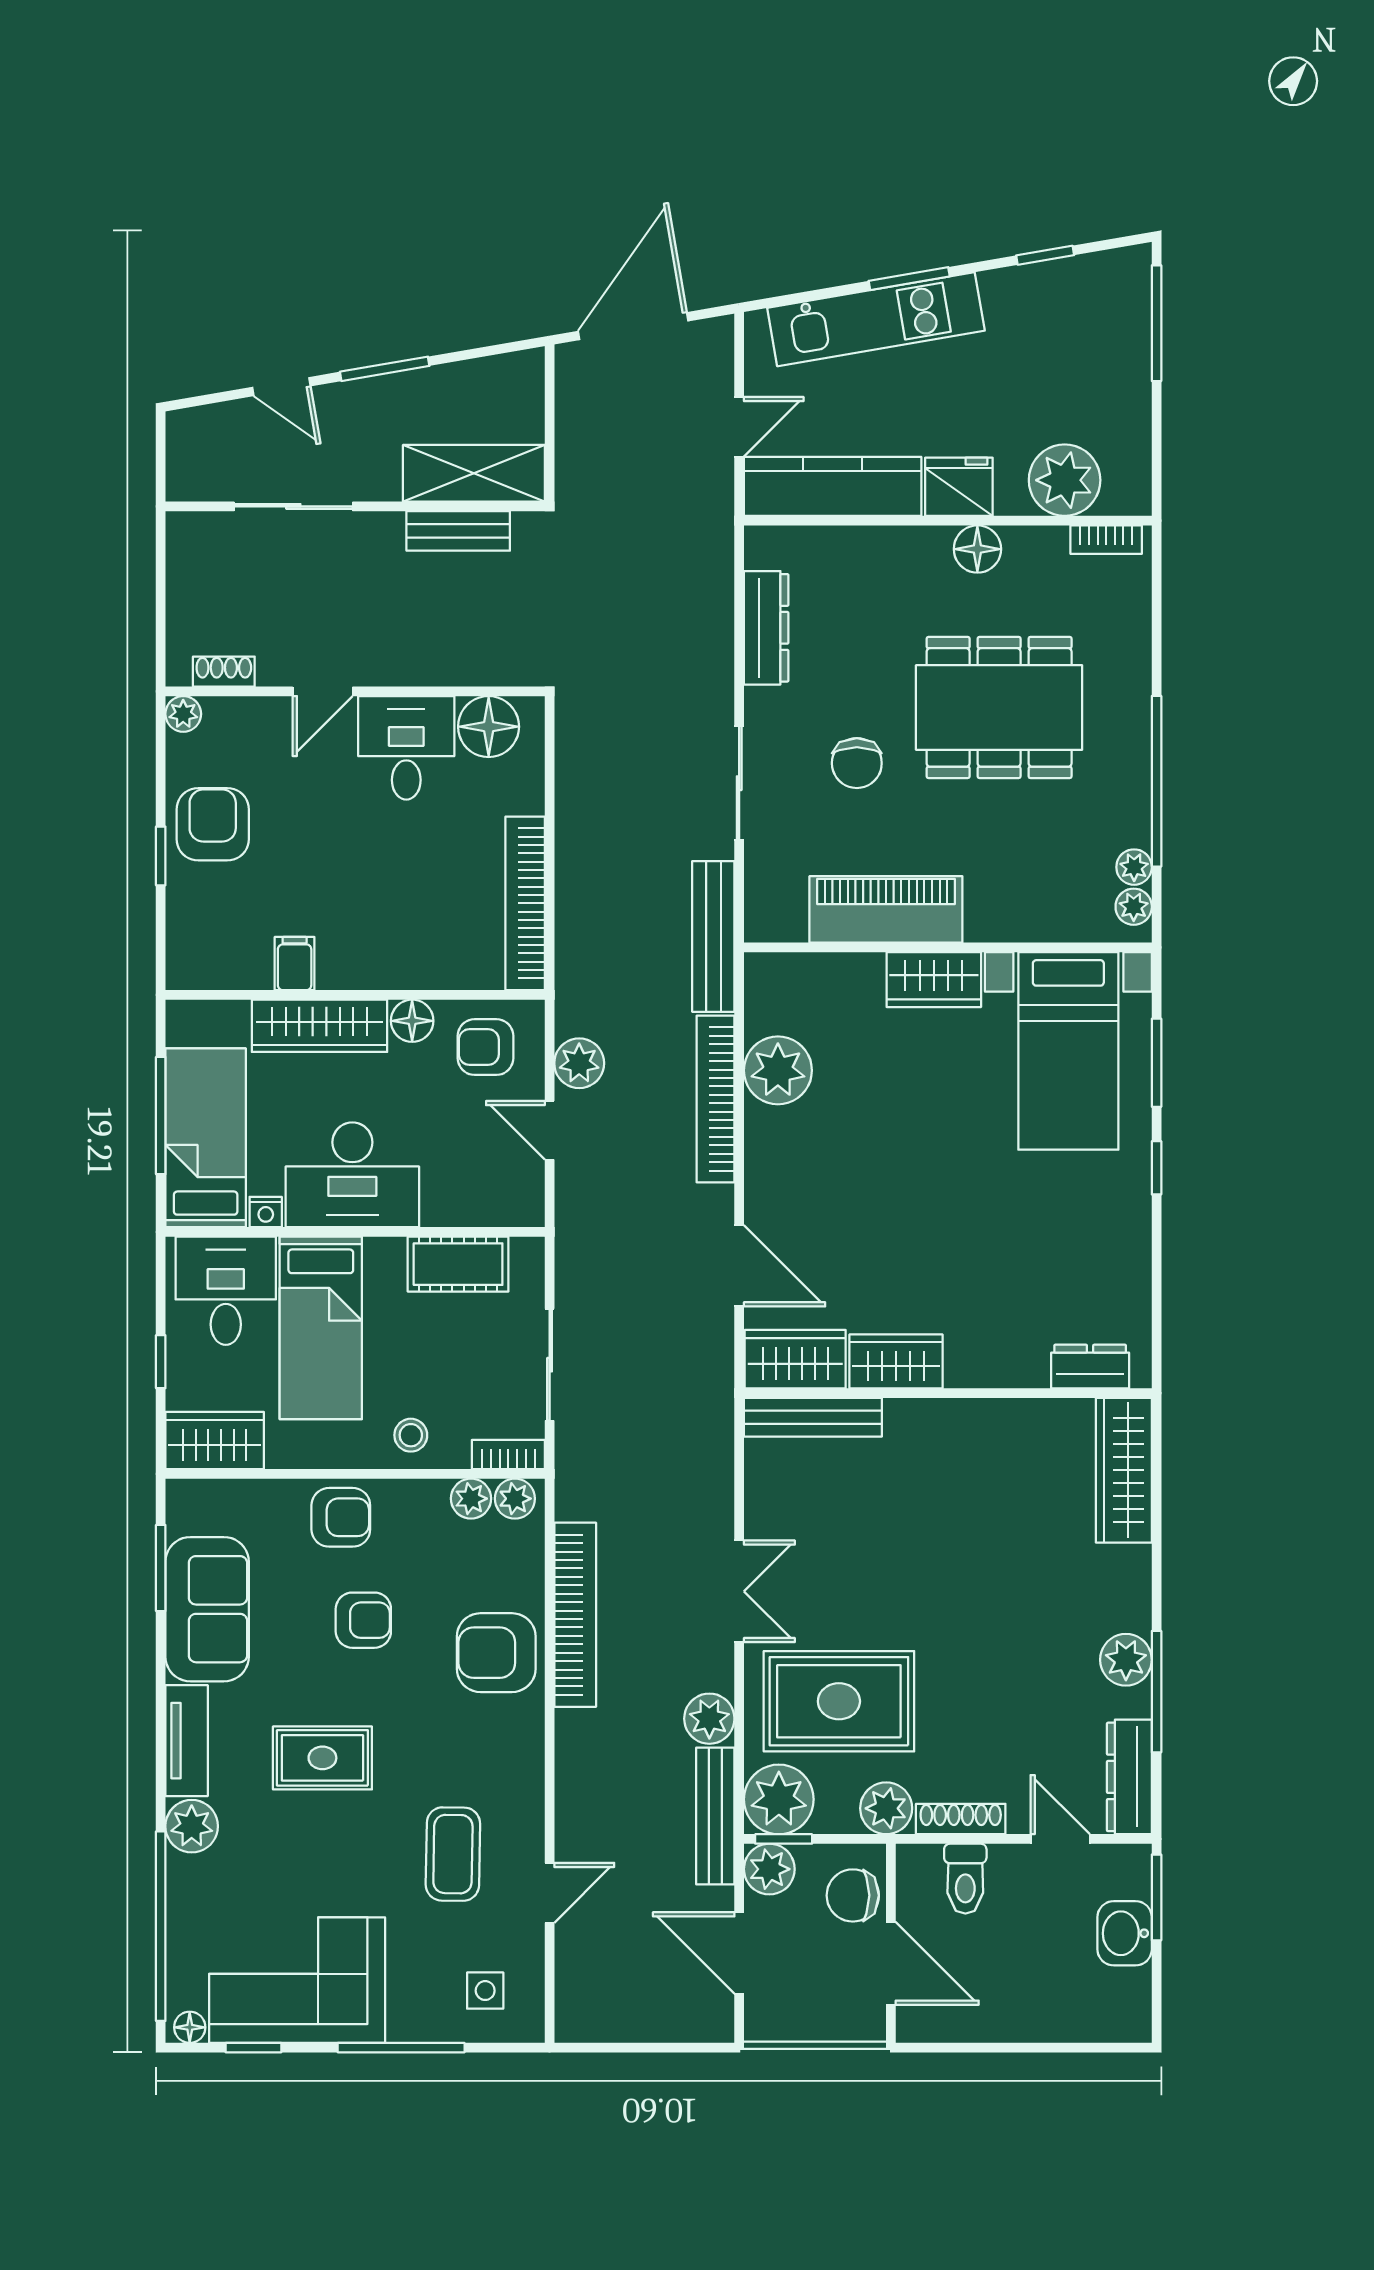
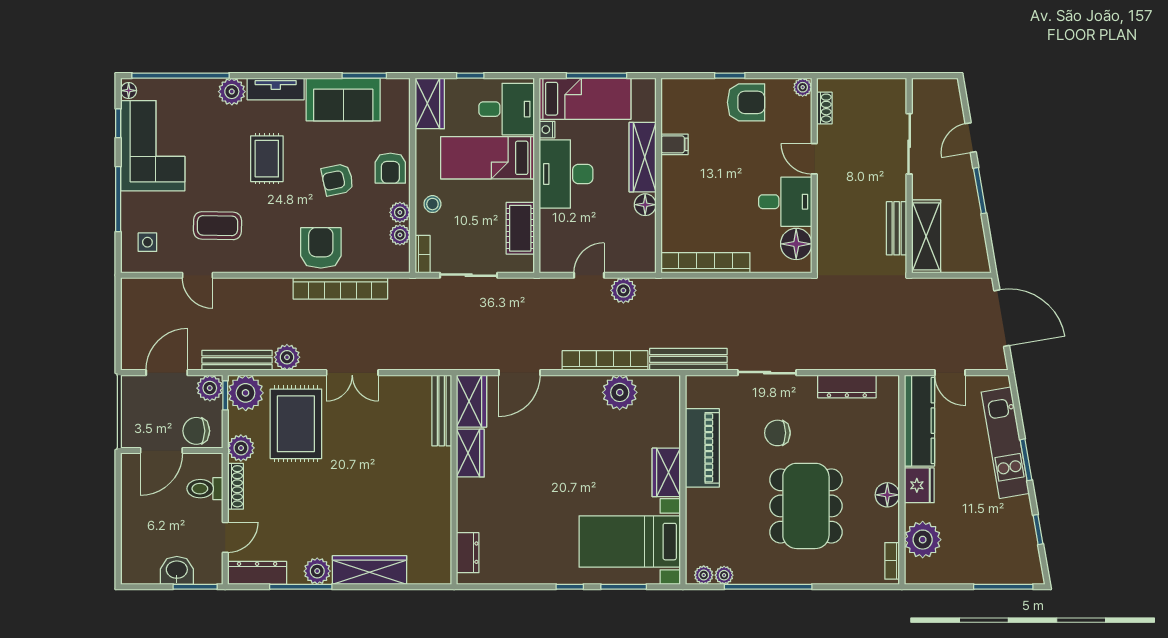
armchair: (486, 1047) -> (632, 242), removed
wardrobe: (1124, 1470) -> (370, 570), moved
plant: (515, 1499) -> (400, 212), moved
armchair: (363, 1620) -> (338, 180), turned 78
chair: (853, 1895) -> (196, 431), turned -90

